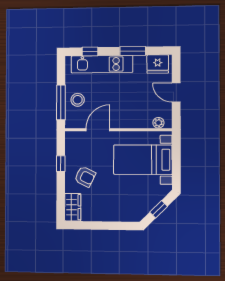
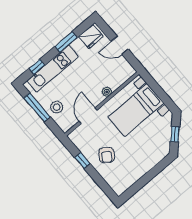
window: (61, 102) -> (37, 107), moved
plant: (158, 123) -> (107, 92), moved
armchair: (85, 177) -> (107, 155), turned 98
wardrobe: (73, 207) -> (116, 183), removed

